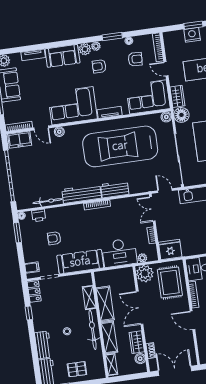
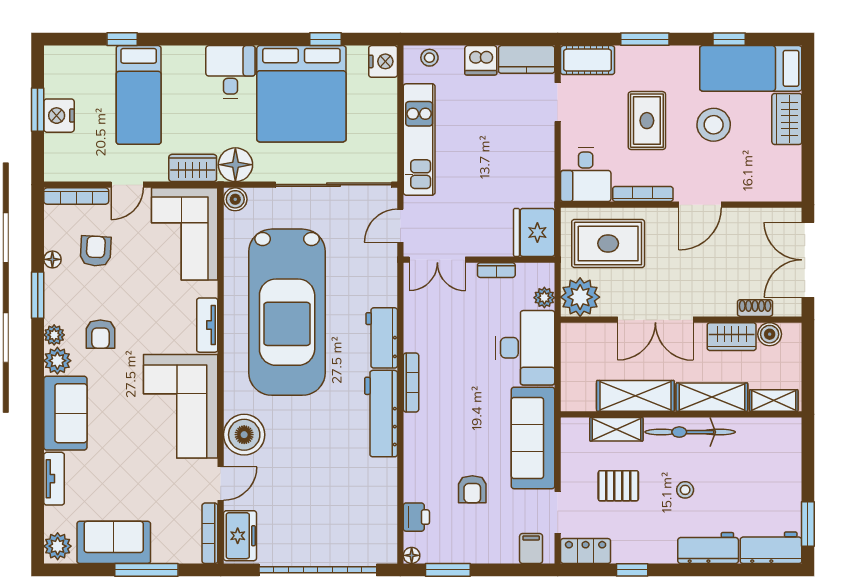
boiler: (59, 132) -> (244, 435), width x1.86, depth x1.86
bicycle: (48, 201) -> (387, 492), removed
pallet: (77, 369) -> (618, 486), moved, turned 90

